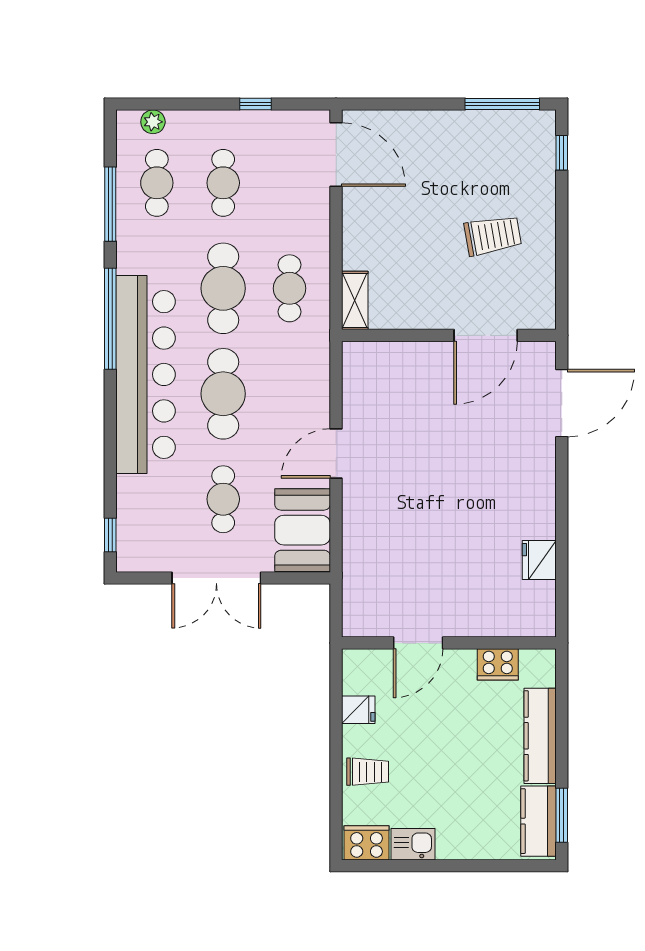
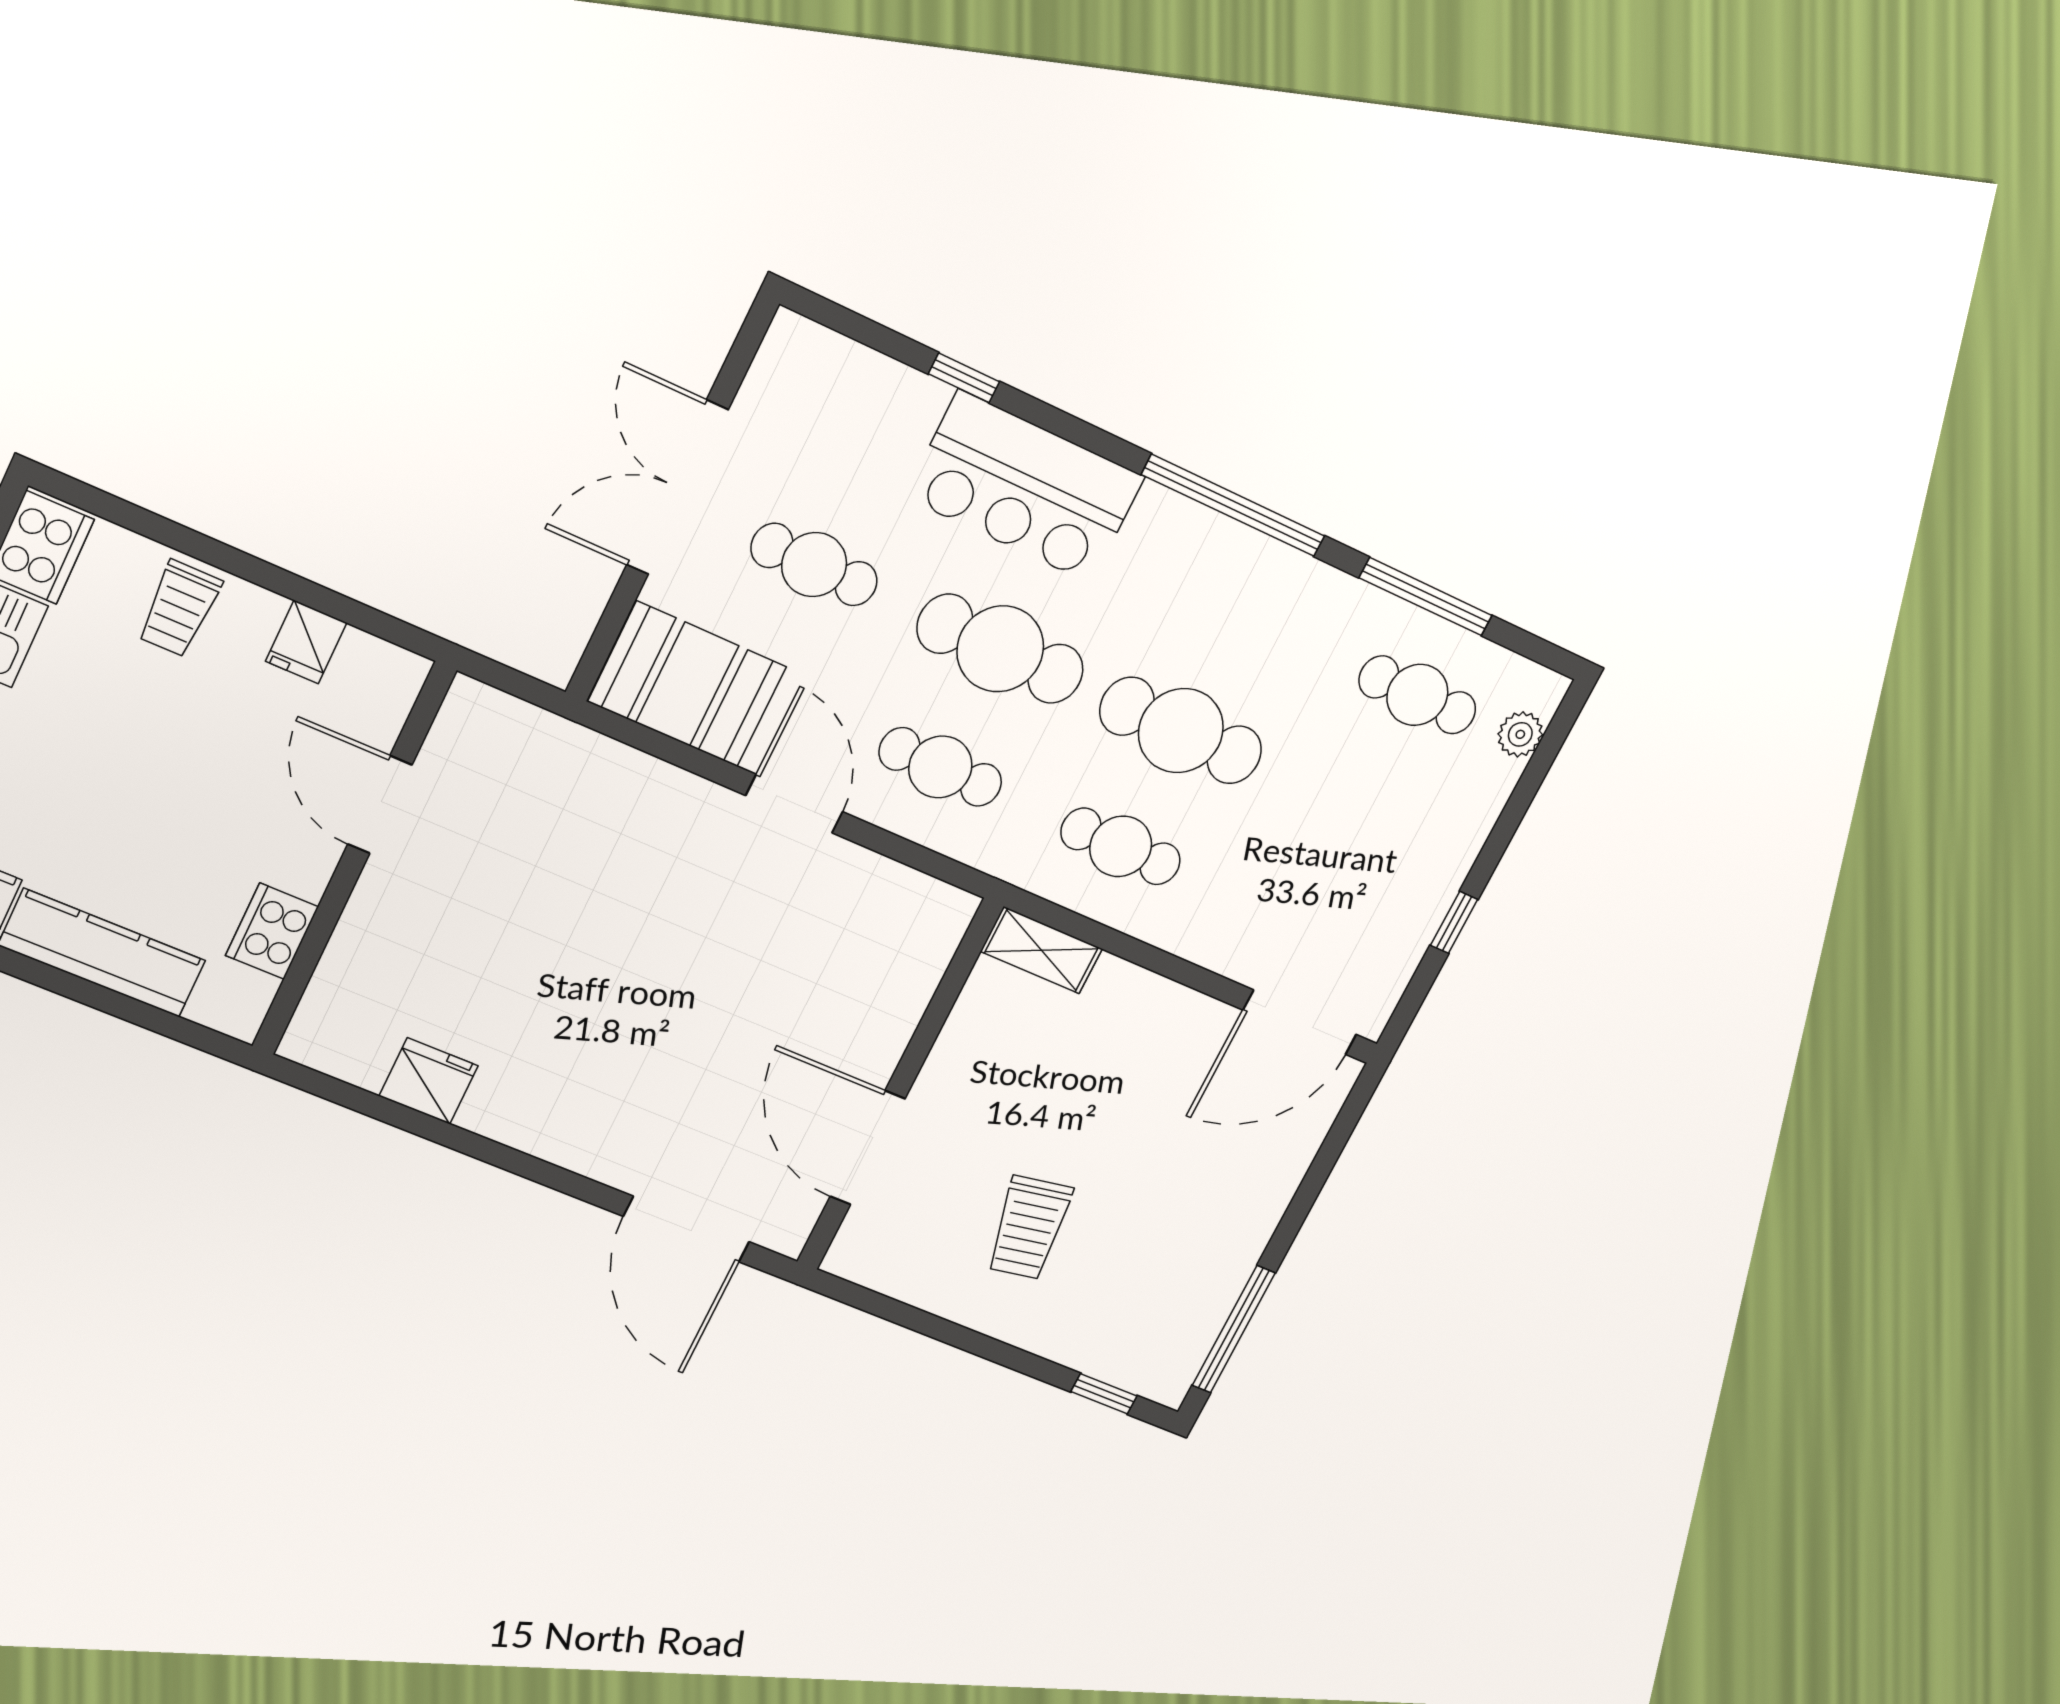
cafe table: (223, 183) -> (940, 767), moved
bar counter: (146, 374) -> (1025, 487), width x0.54
window: (110, 535) -> (964, 378), moved

